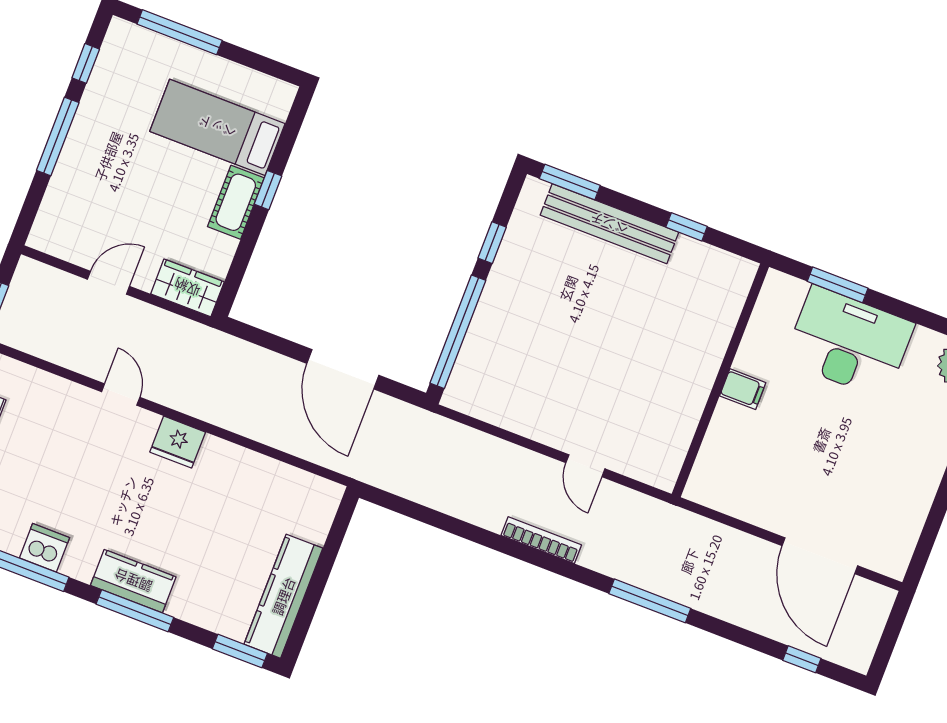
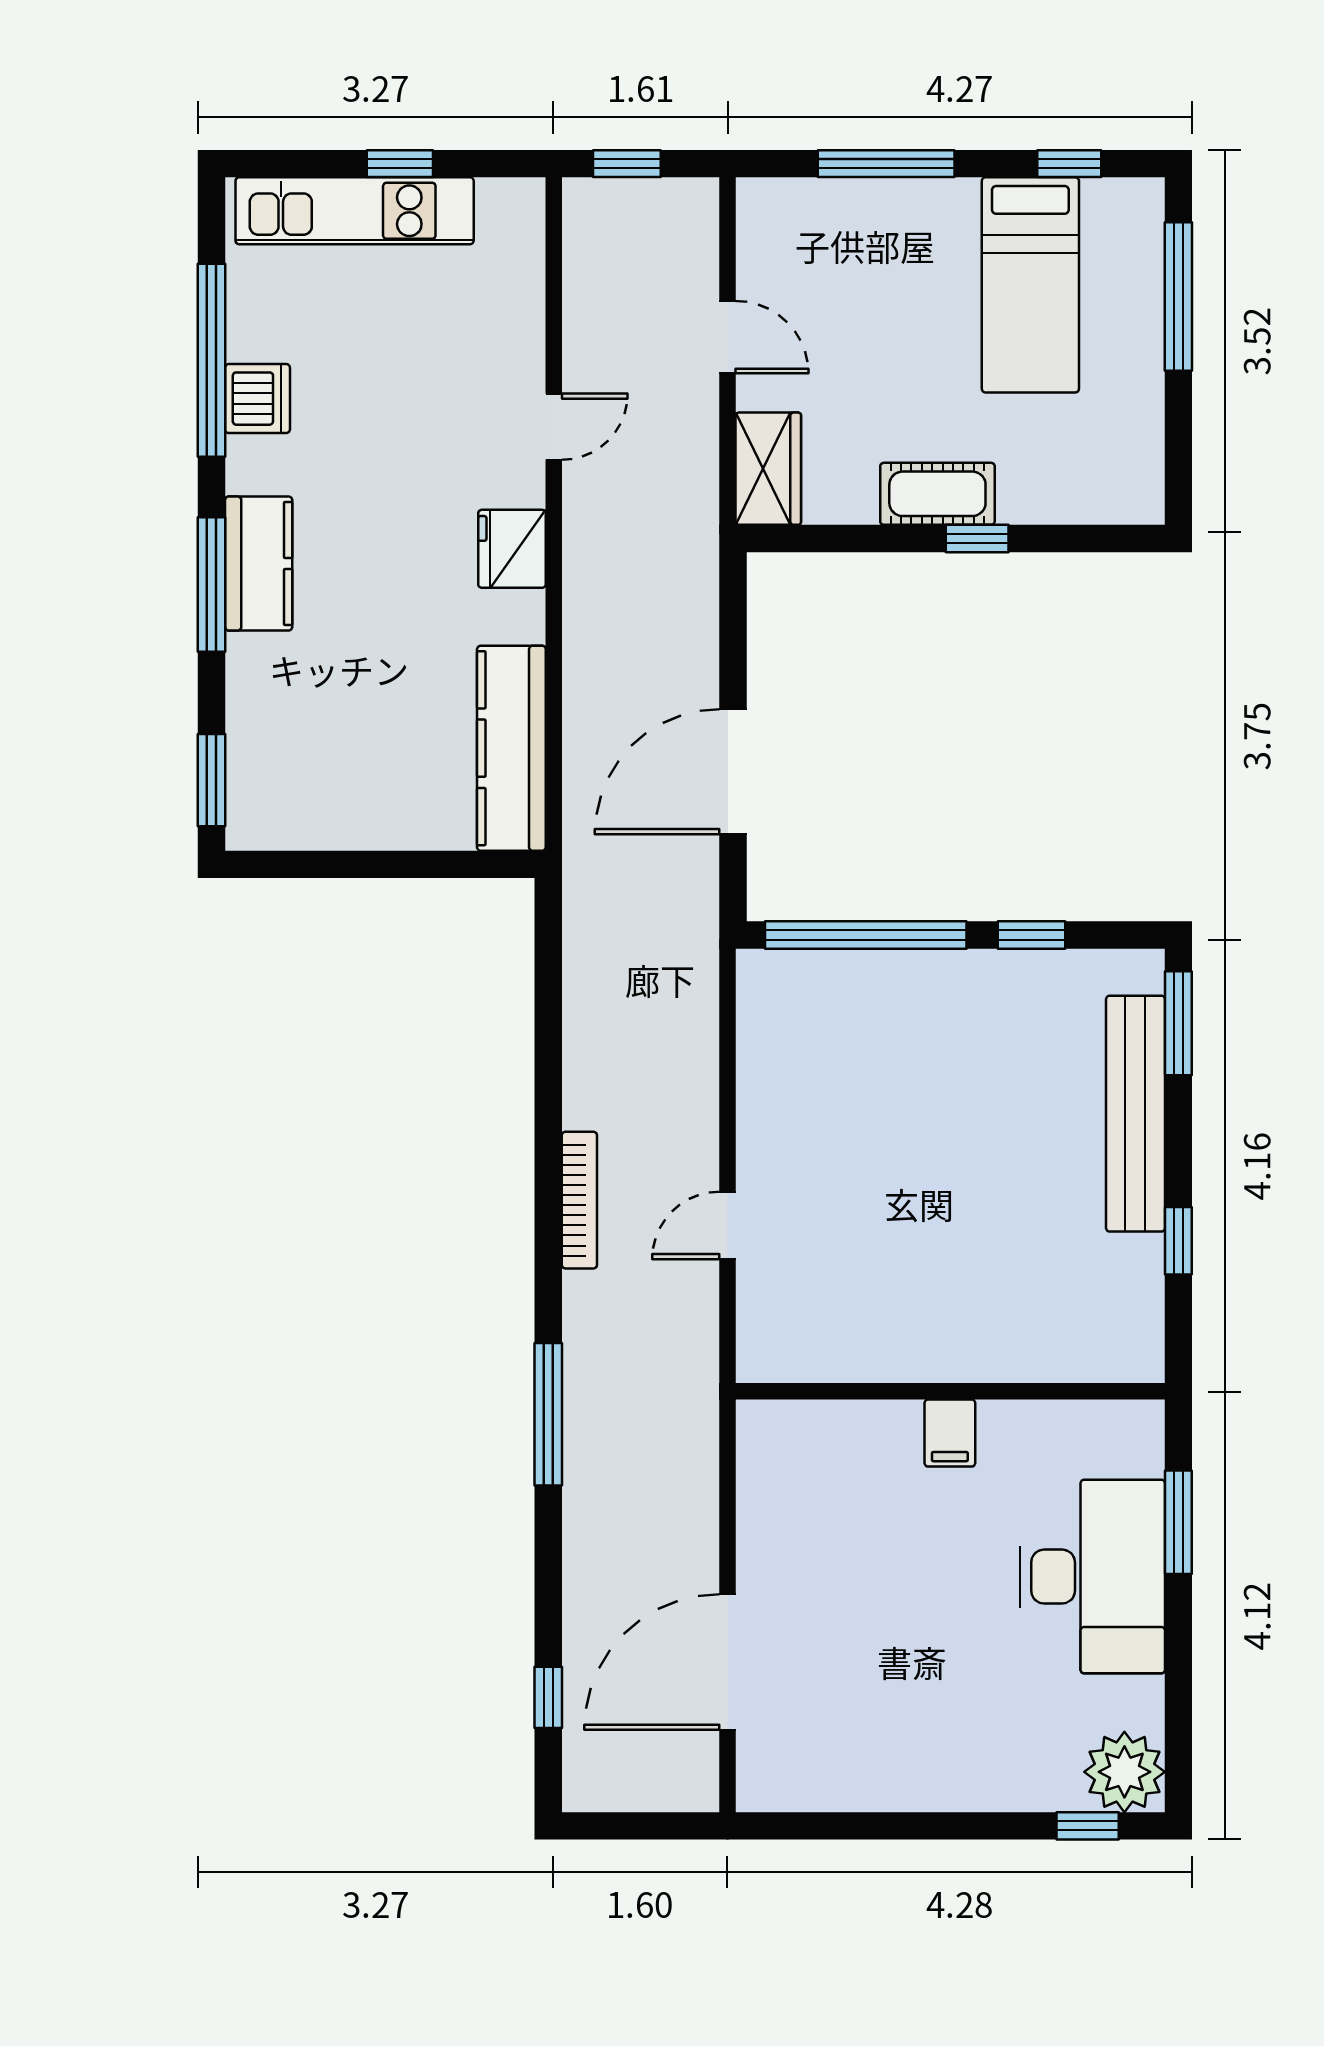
bed: (217, 127) -> (1030, 285), moved, turned 180
window: (58, 137) -> (886, 164), moved
kitchen counter: (283, 596) -> (511, 748), moved, turned -90

